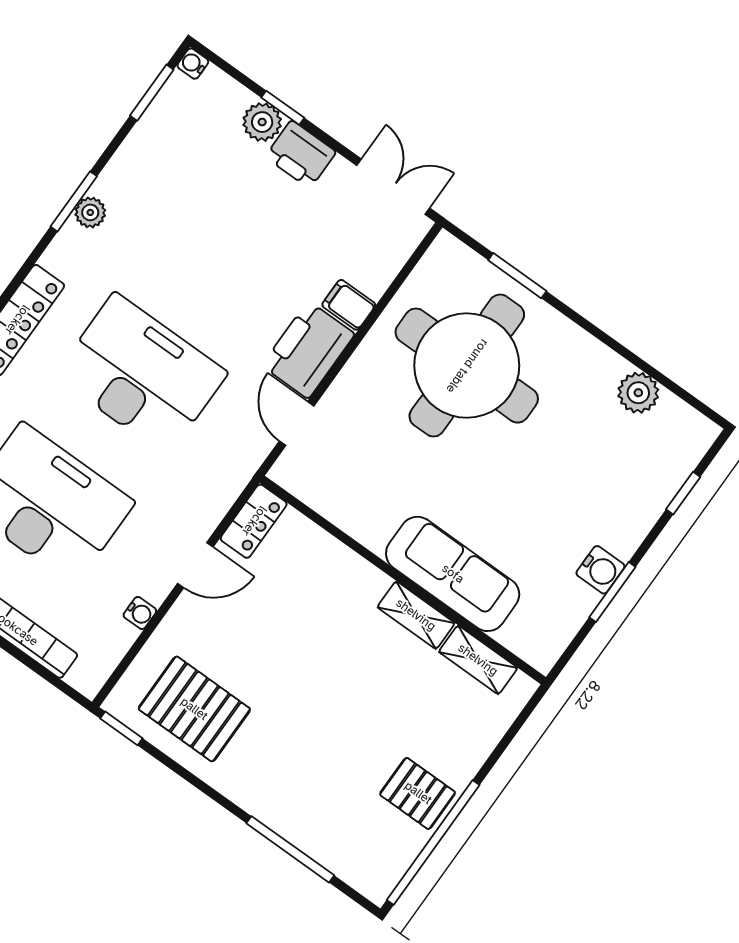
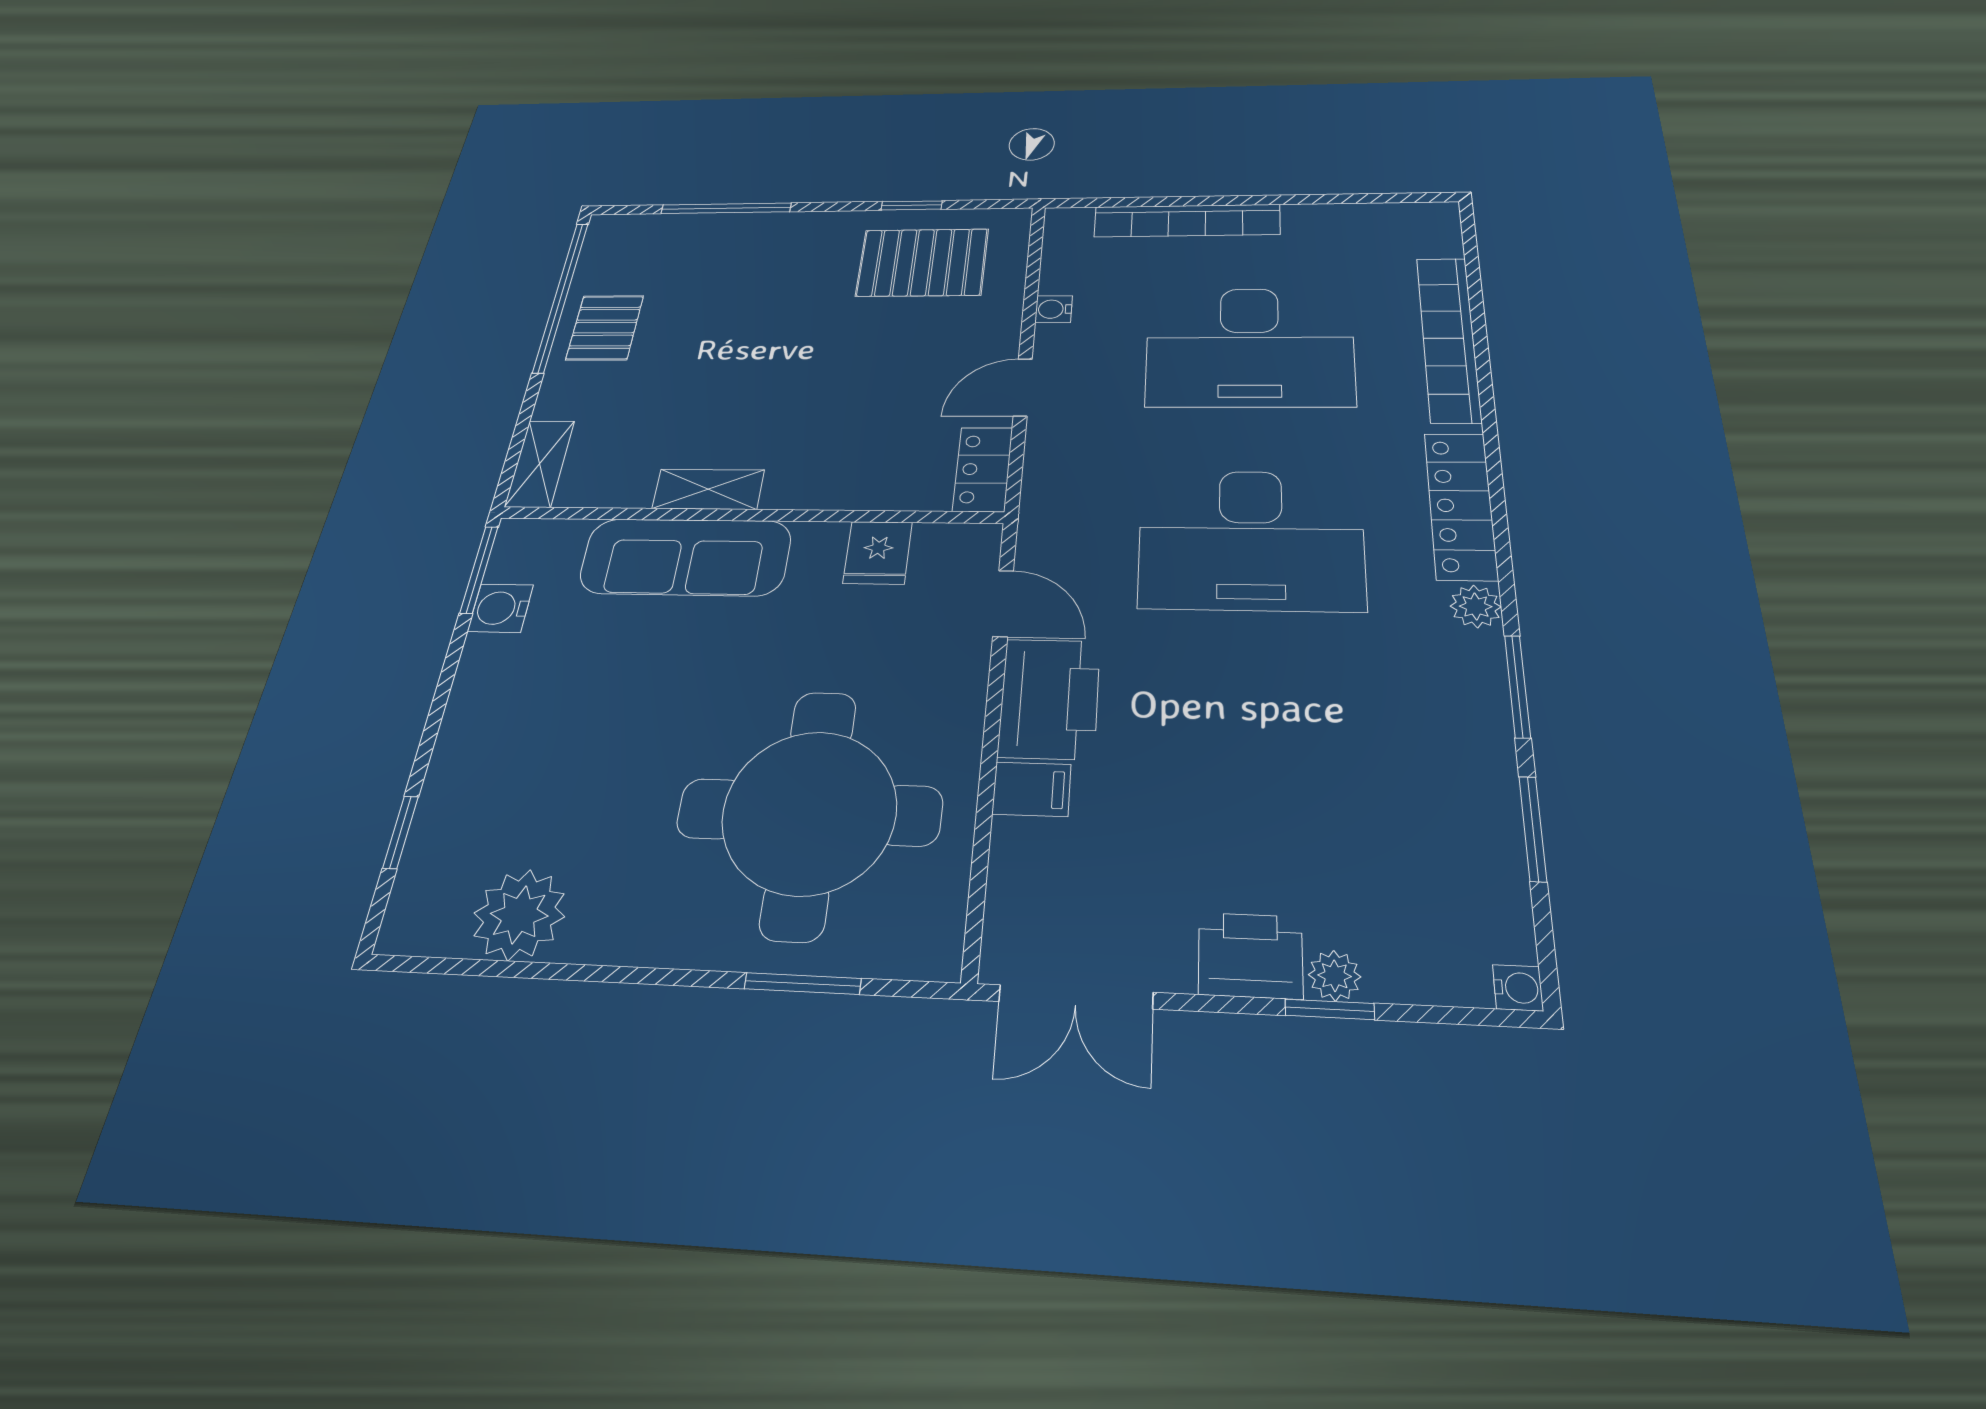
window: (152, 93) -> (1533, 829), moved
plant: (262, 122) -> (1335, 976), width x0.73, depth x0.73
plant: (90, 212) -> (1476, 606), moved
plant: (638, 393) -> (519, 915), width x1.36, depth x1.36
fridge: (345, 503) -> (878, 553), added
water cooler: (600, 570) -> (500, 608), moved
window: (612, 592) -> (479, 569), moved
shelving: (478, 660) -> (540, 464), moved, turned 90
window: (121, 728) -> (912, 205), moved
pallet: (418, 793) -> (605, 328), turned 90

